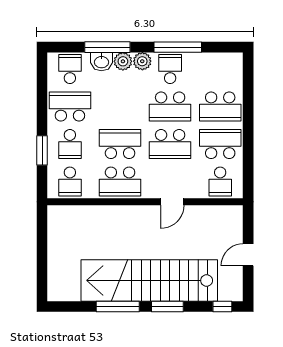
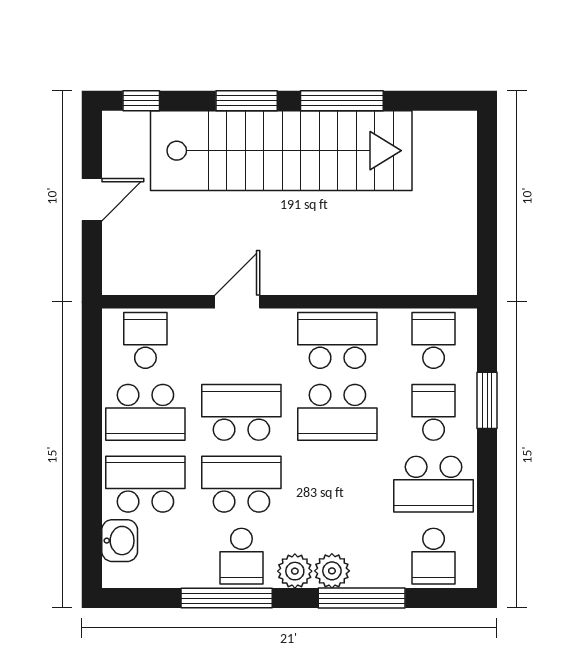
washbasin: (101, 62) -> (120, 541), moved, turned 90

